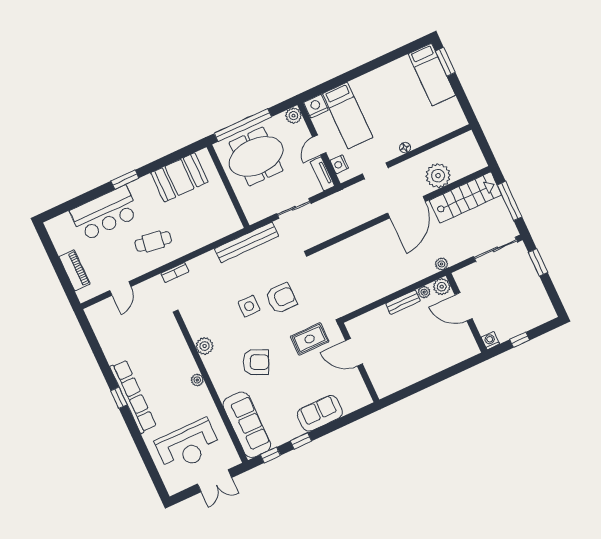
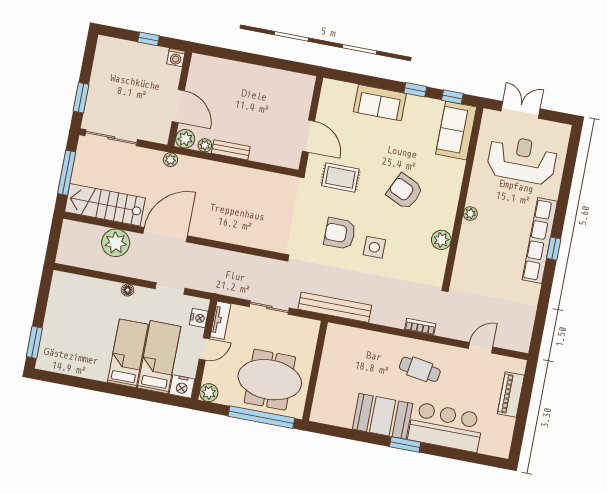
bed: (432, 75) -> (128, 353), moved
booth: (179, 177) -> (383, 416), moved
sofa: (247, 425) -> (456, 130), width x0.73

